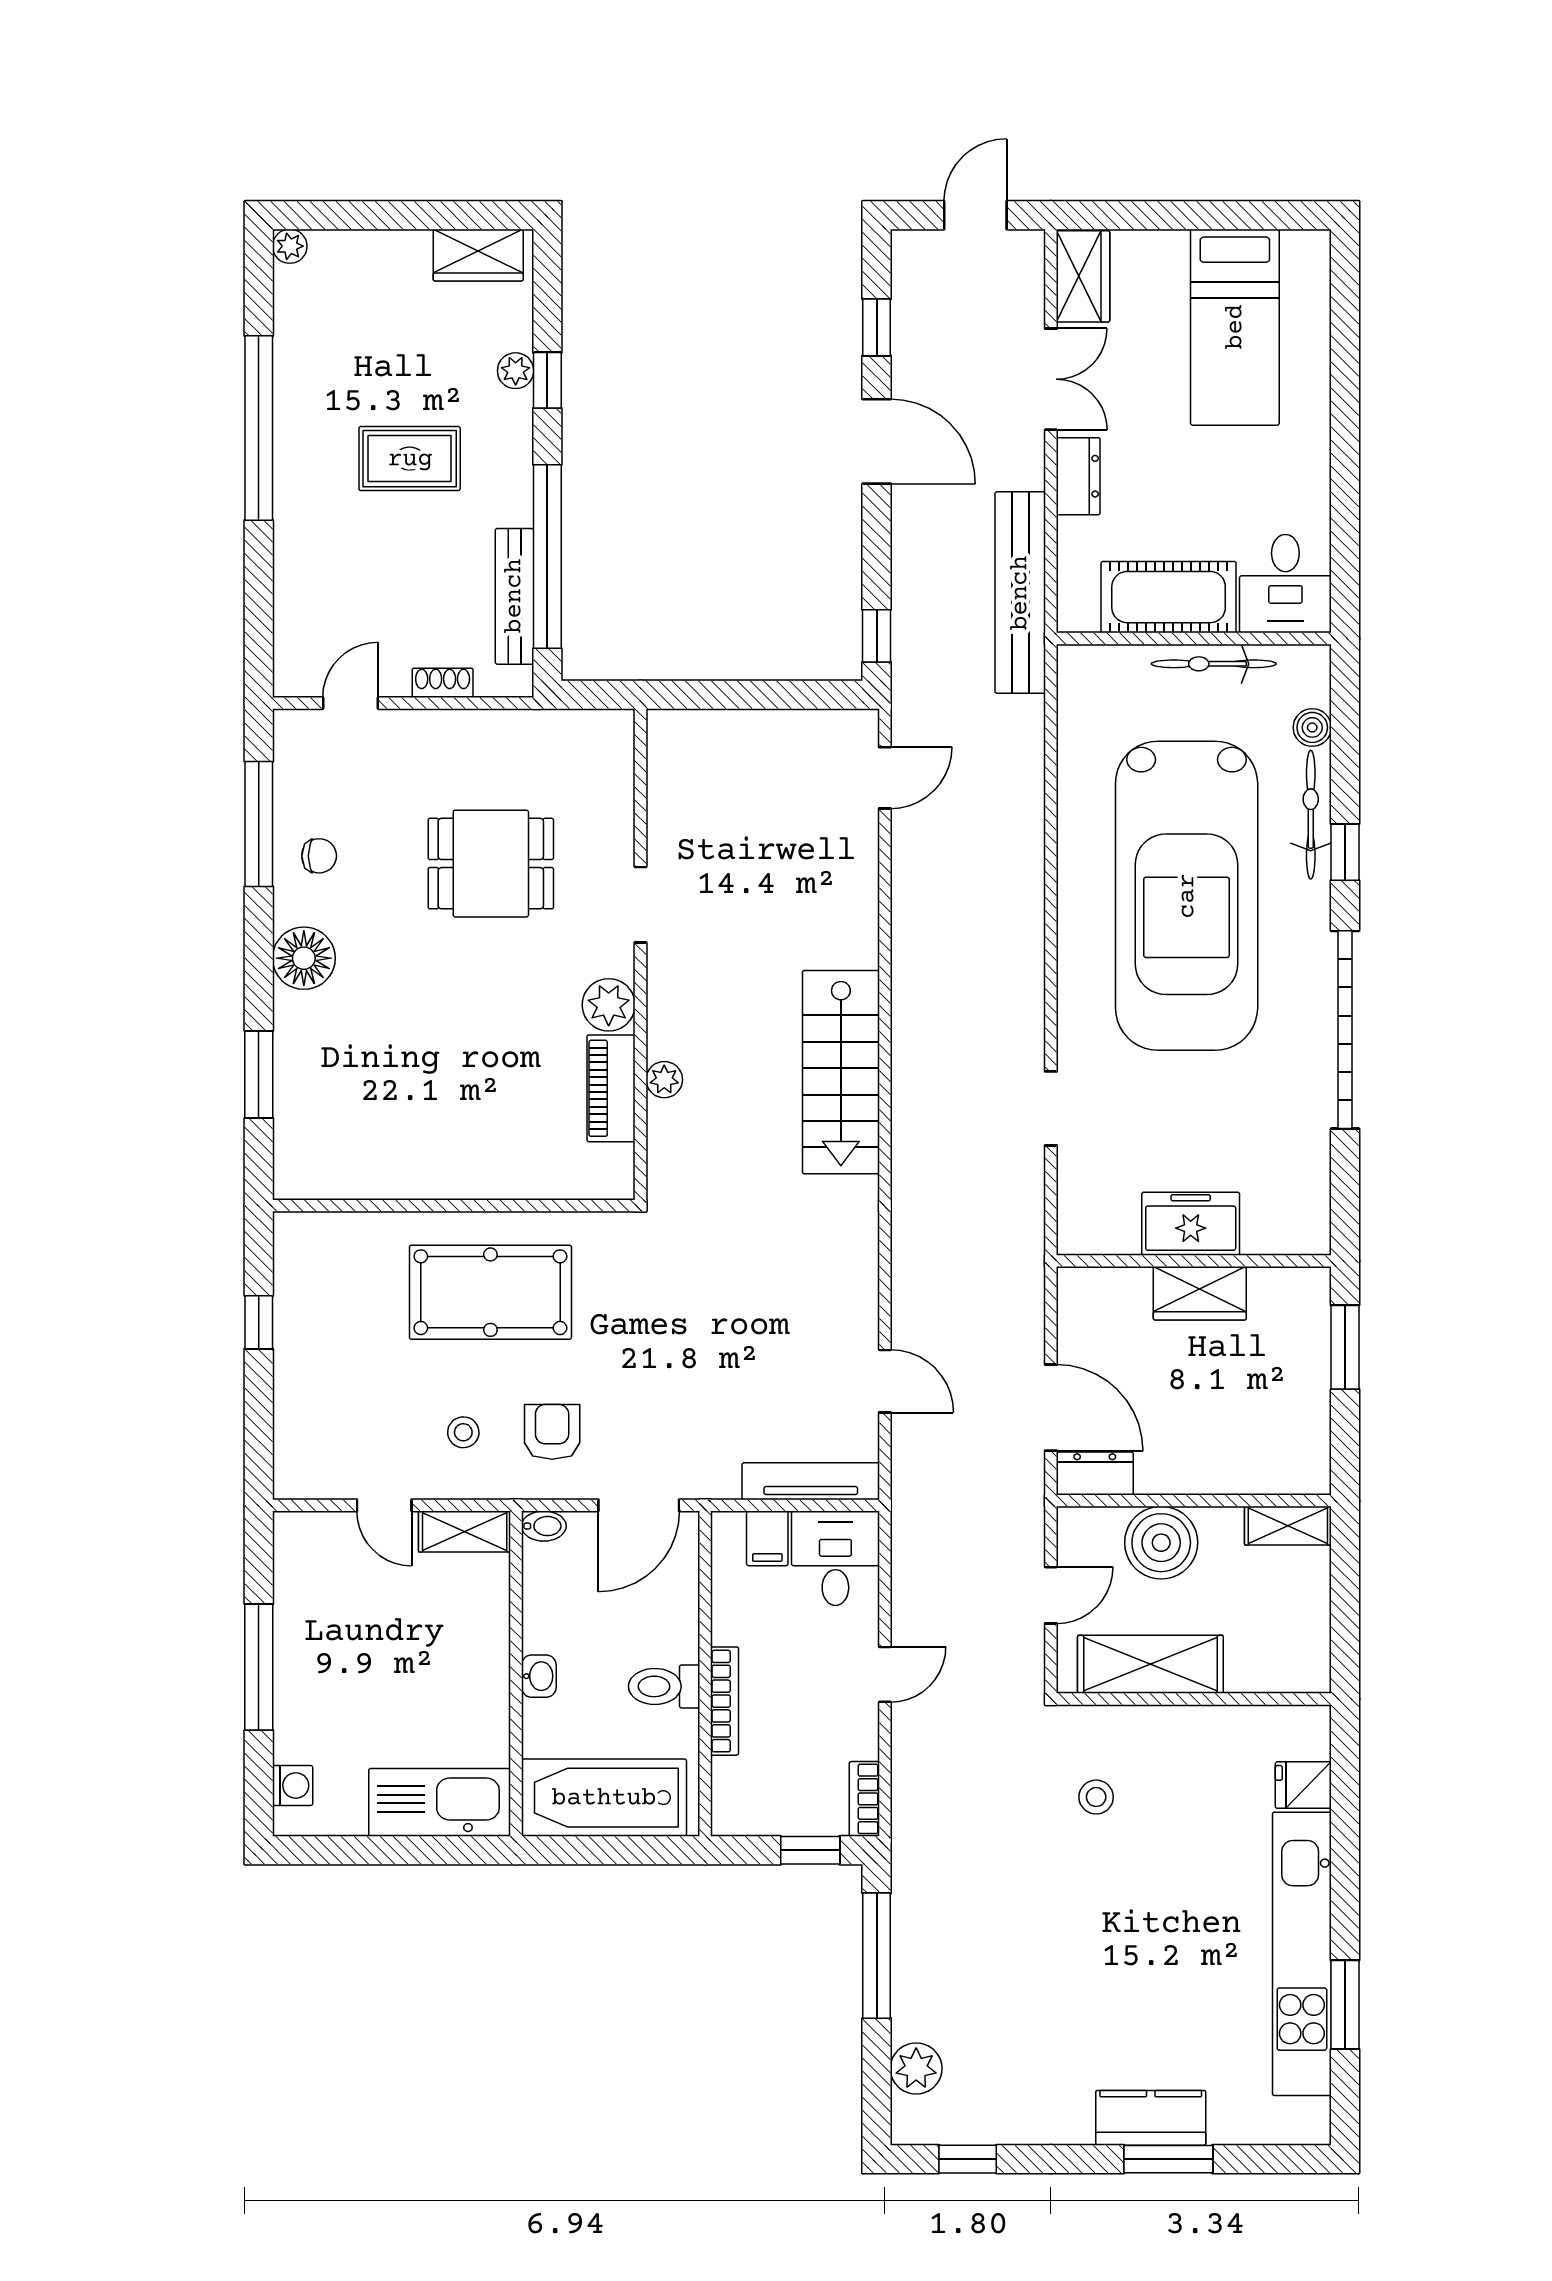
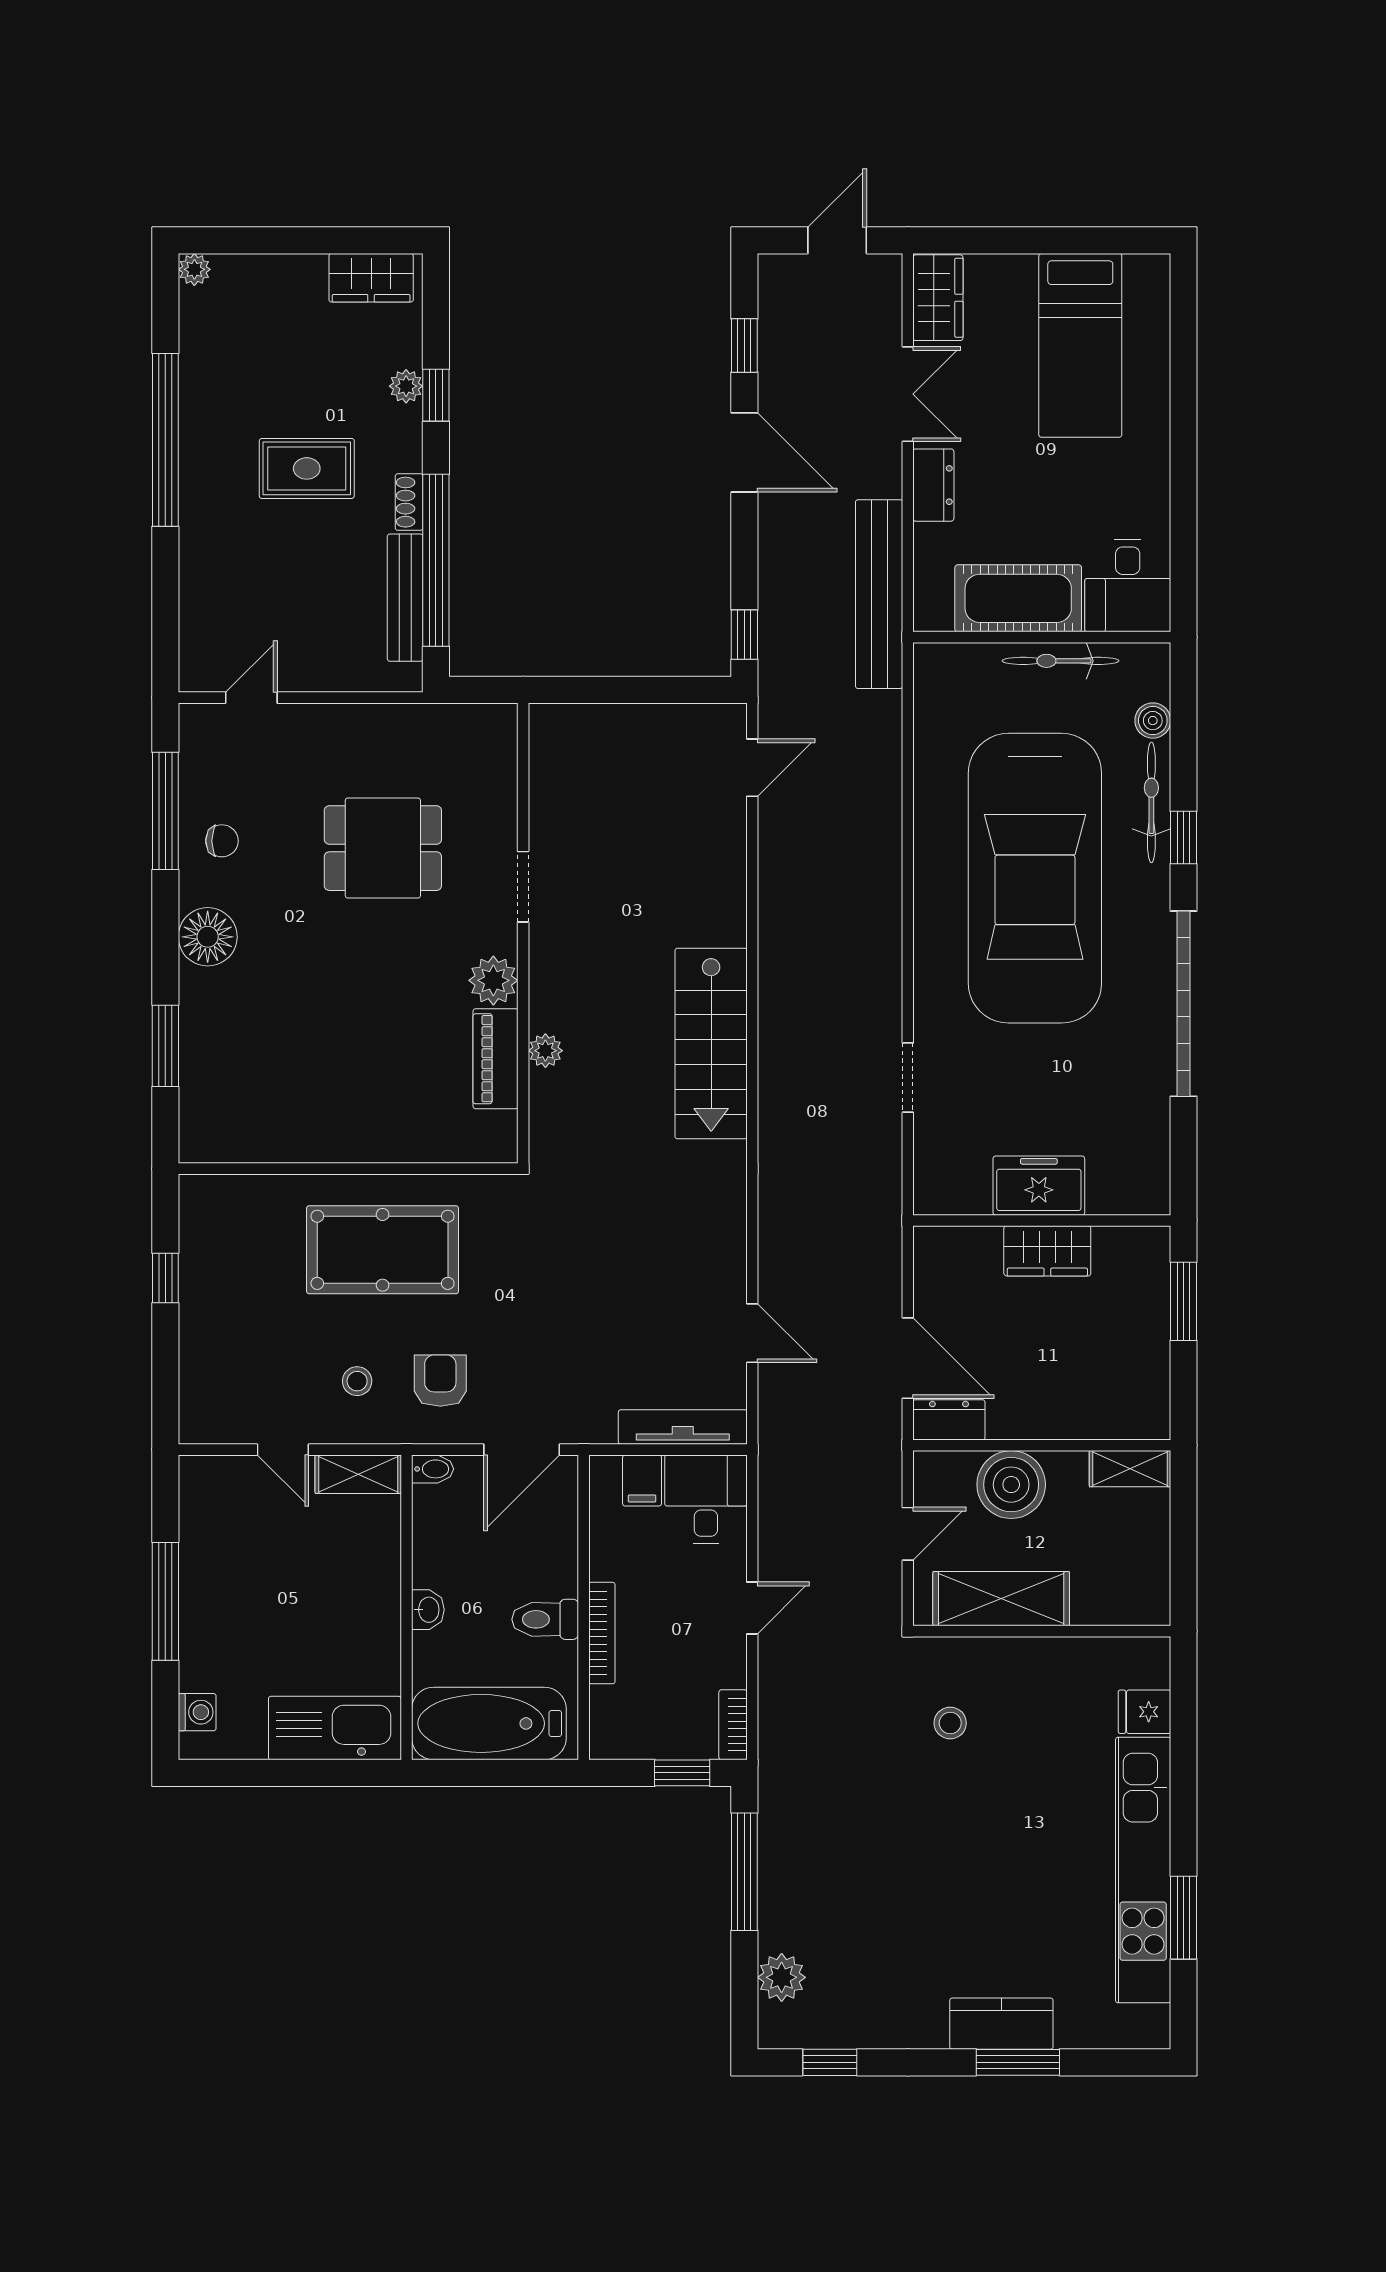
shoe rack: (443, 683) -> (409, 502), moved, turned -90

